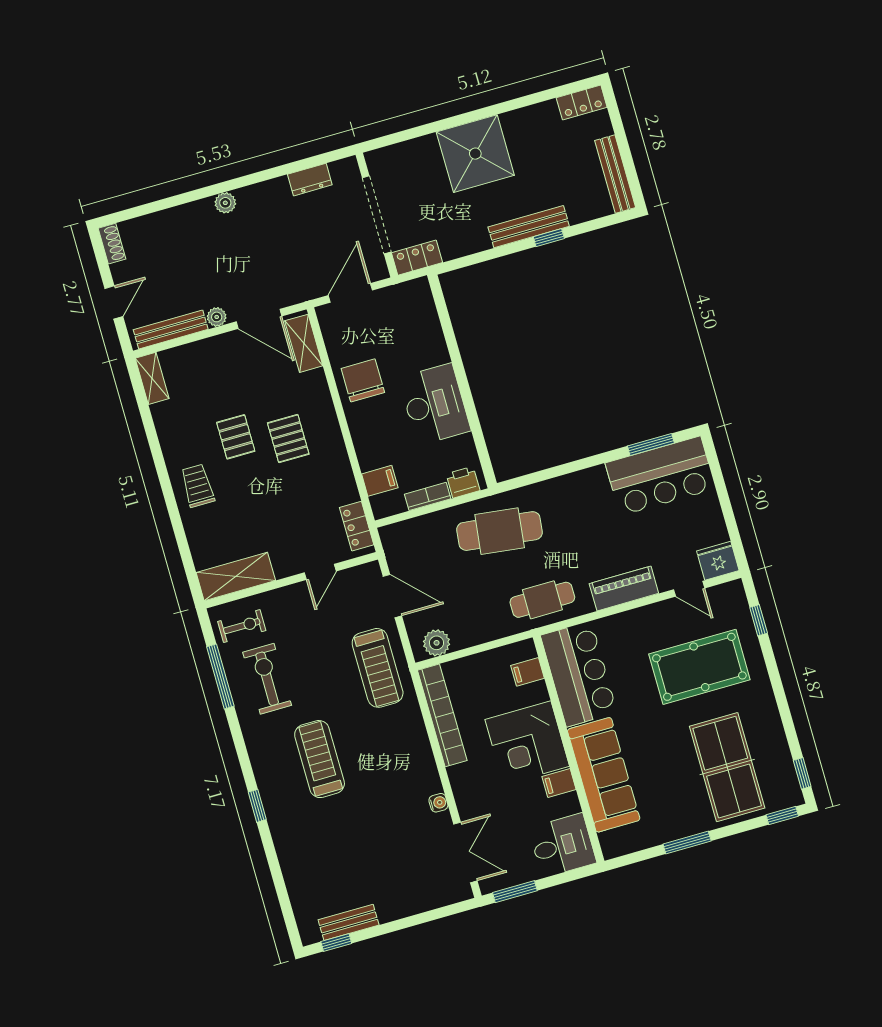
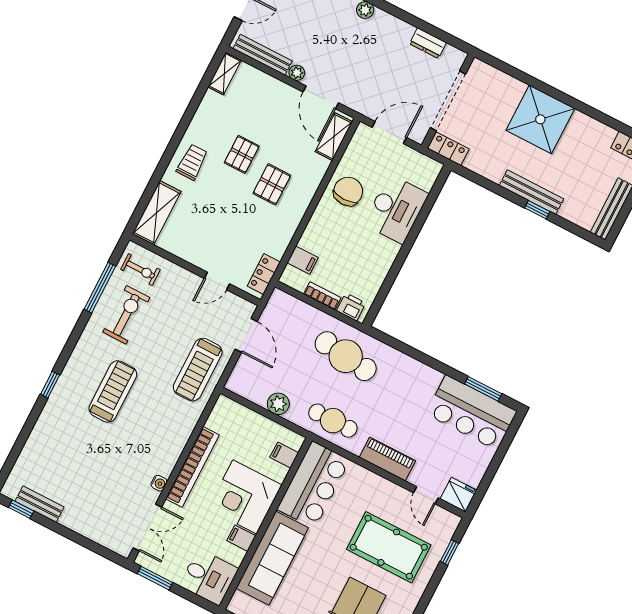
desk: (435, 404) -> (396, 209), moved
shelving: (236, 577) -> (157, 213), moved, turned 90
plant: (437, 643) -> (278, 404), moved
bookcase: (442, 715) -> (193, 467), moved

